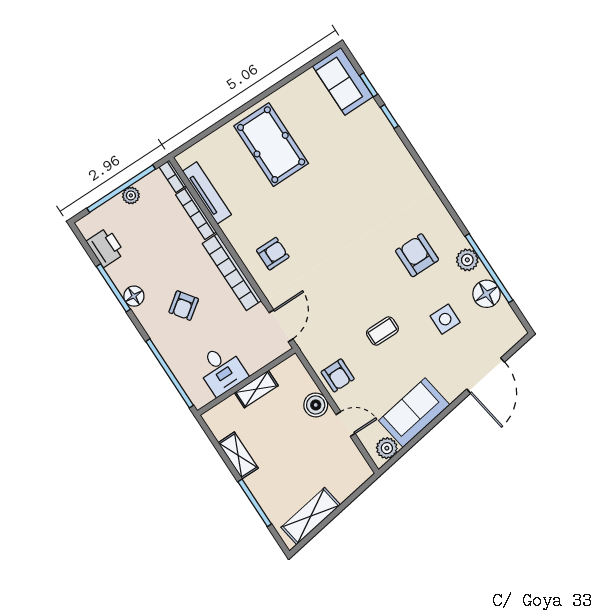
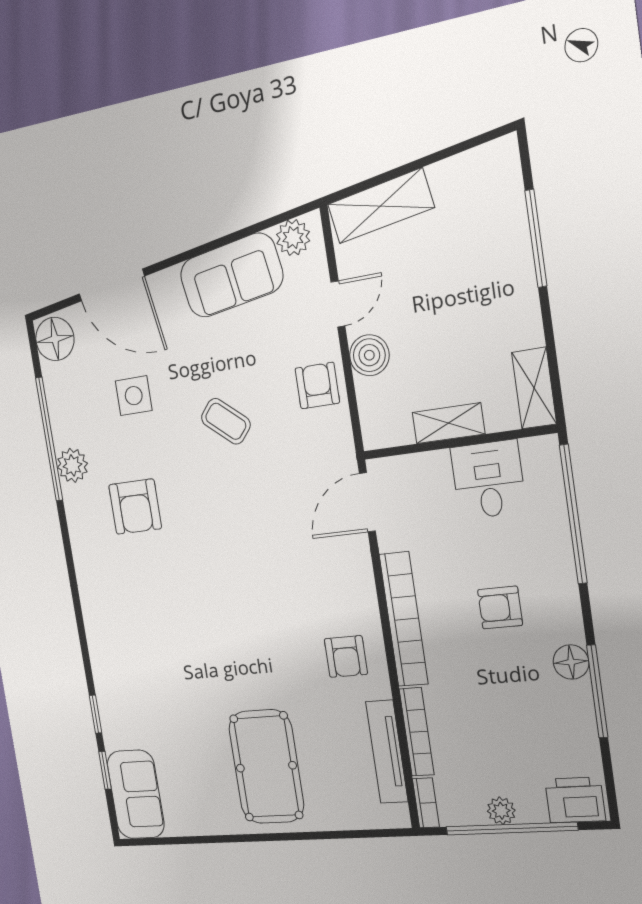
printer: (106, 247) -> (575, 800), moved, turned 90
armchair: (273, 254) -> (346, 657), moved, turned -90
floor lamp: (487, 294) -> (55, 339), moved
armchair: (184, 306) -> (500, 608), turned -144
coffee table: (382, 331) -> (226, 421), turned 40
door: (486, 376) -> (112, 285), swing flipped
door: (346, 424) -> (338, 304), swing flipped
shelving: (238, 455) -> (534, 388), moved
shelving: (311, 516) -> (381, 206), moved

